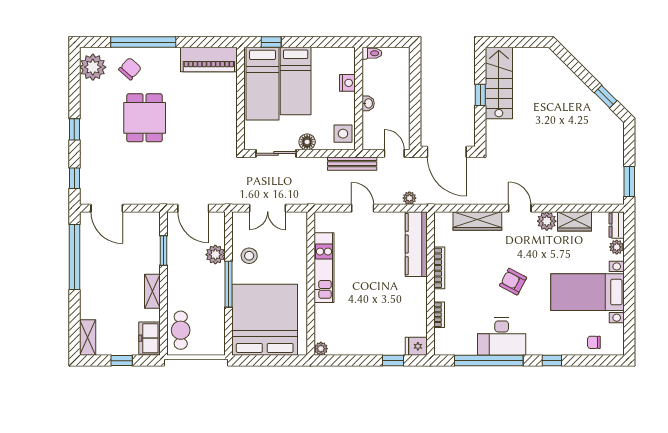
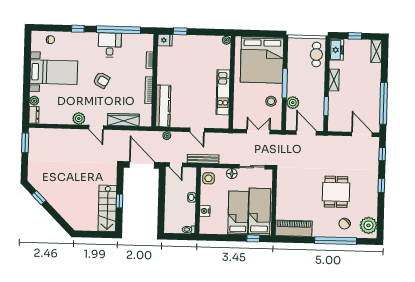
wardrobe: (574, 221) -> (61, 118), removed
desk: (502, 337) -> (110, 45), width x0.73

